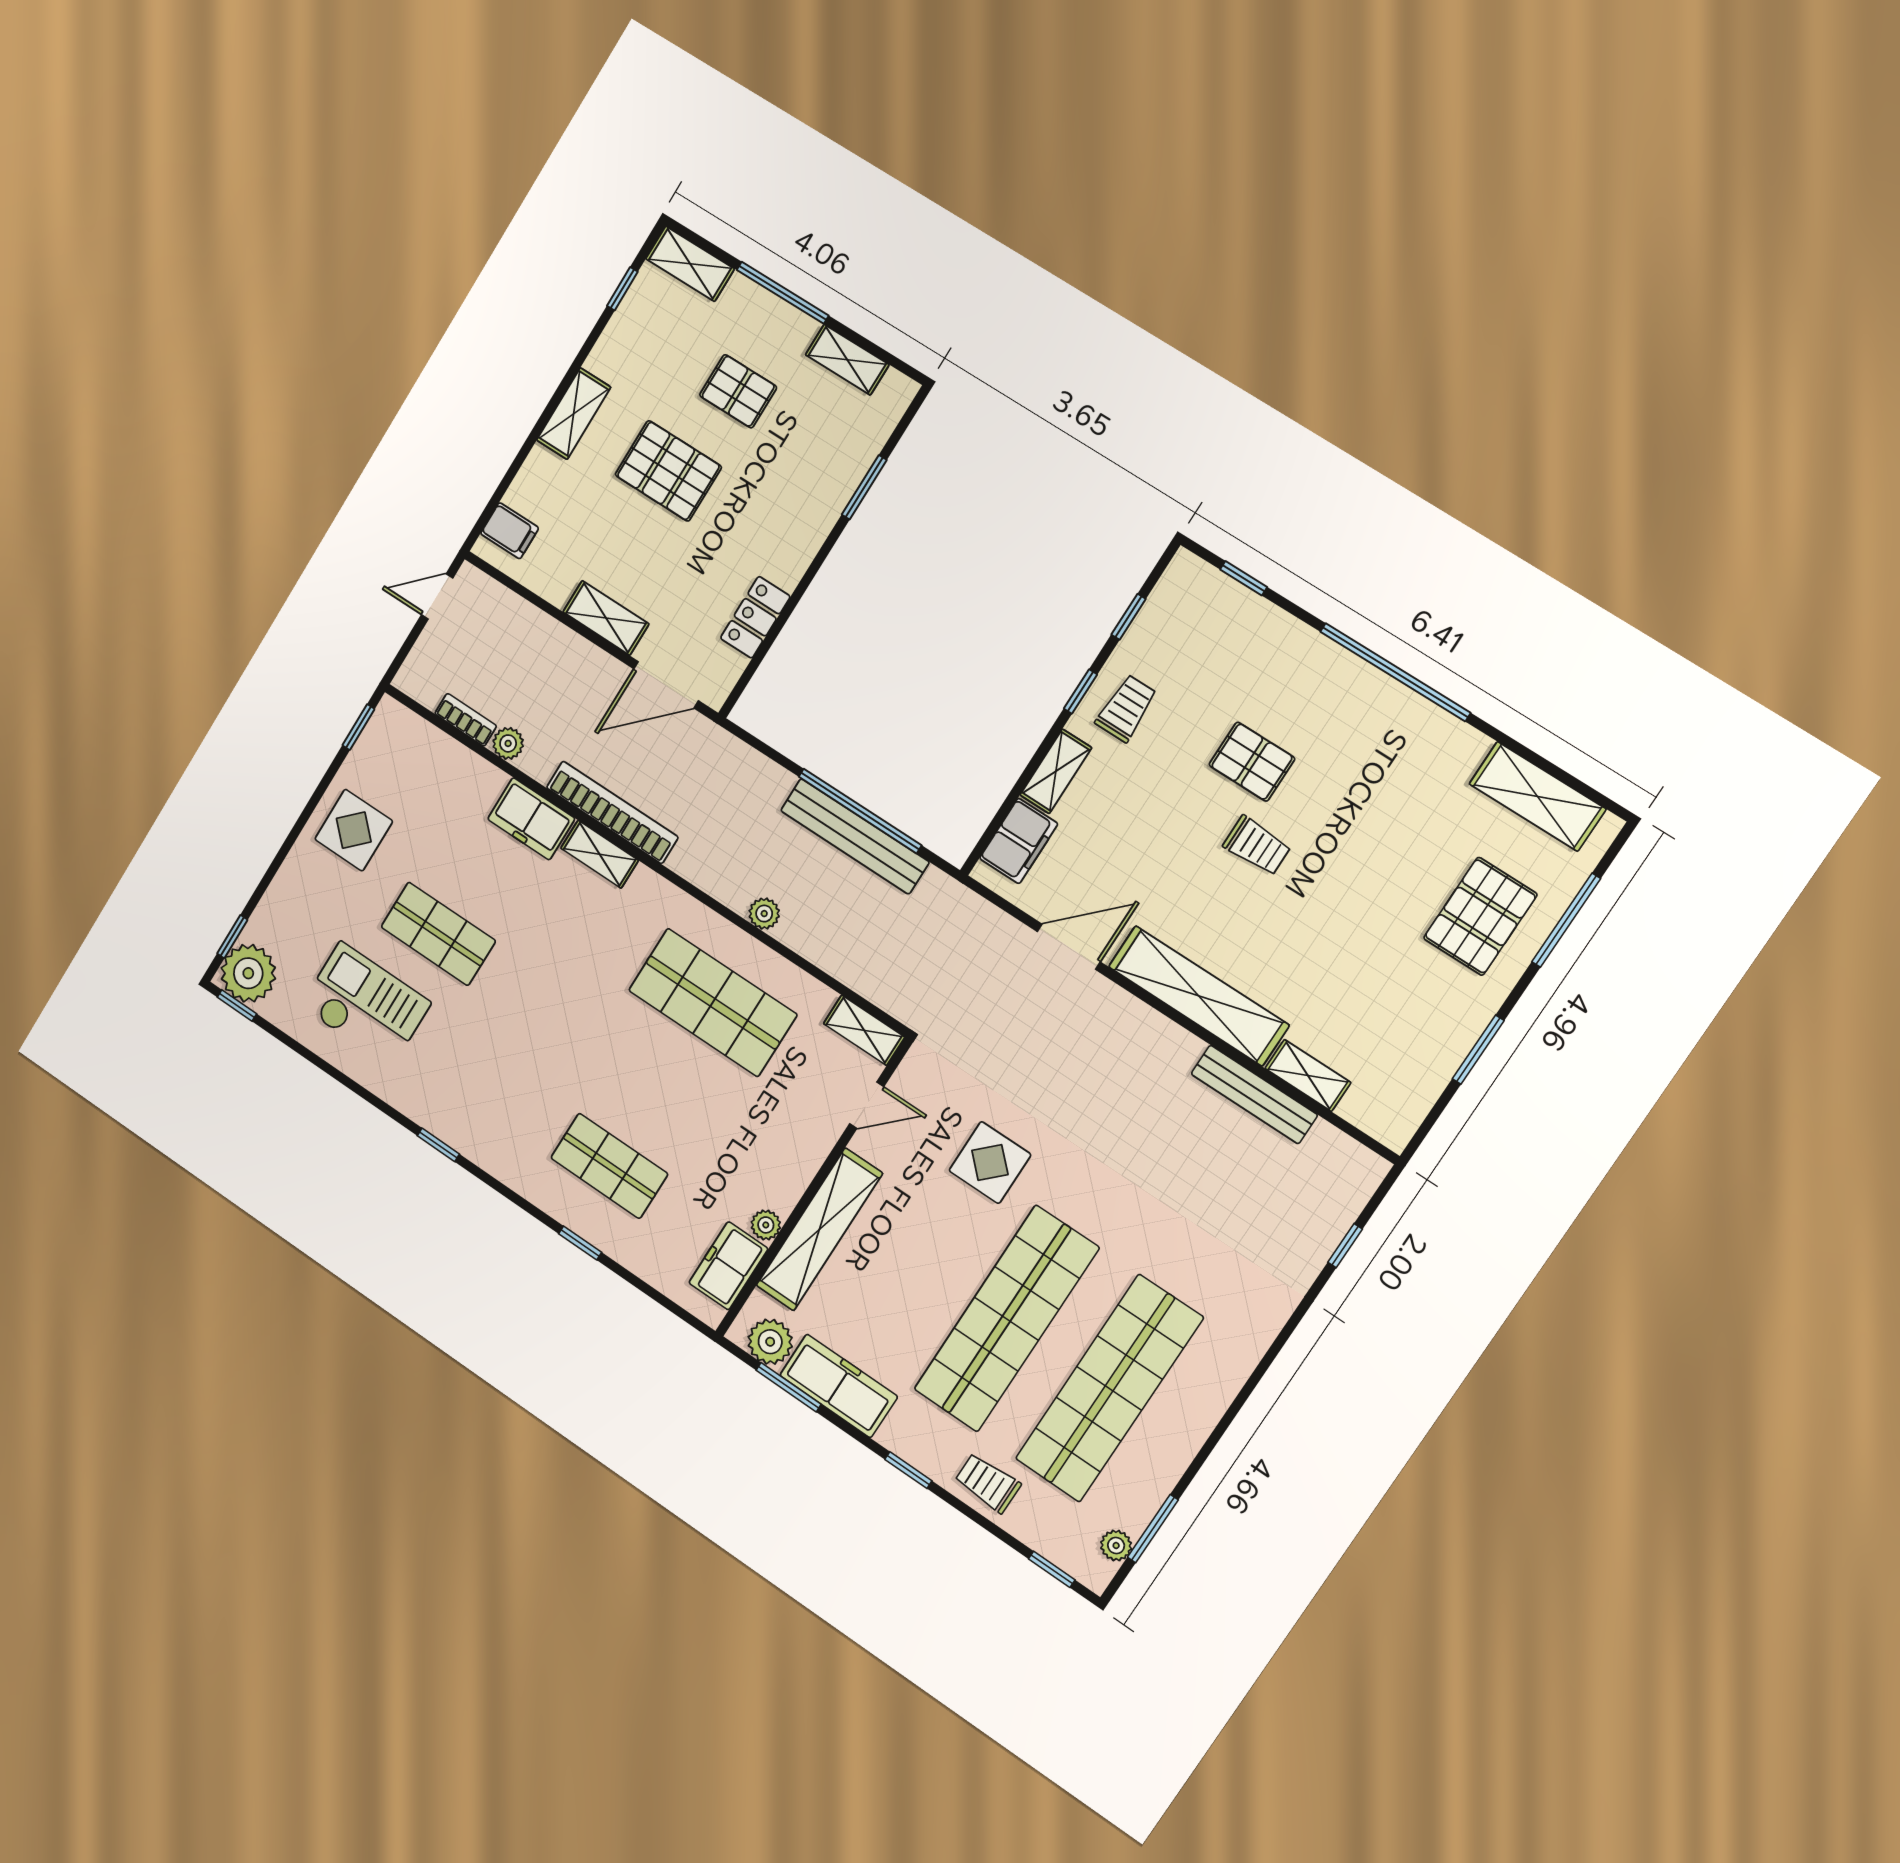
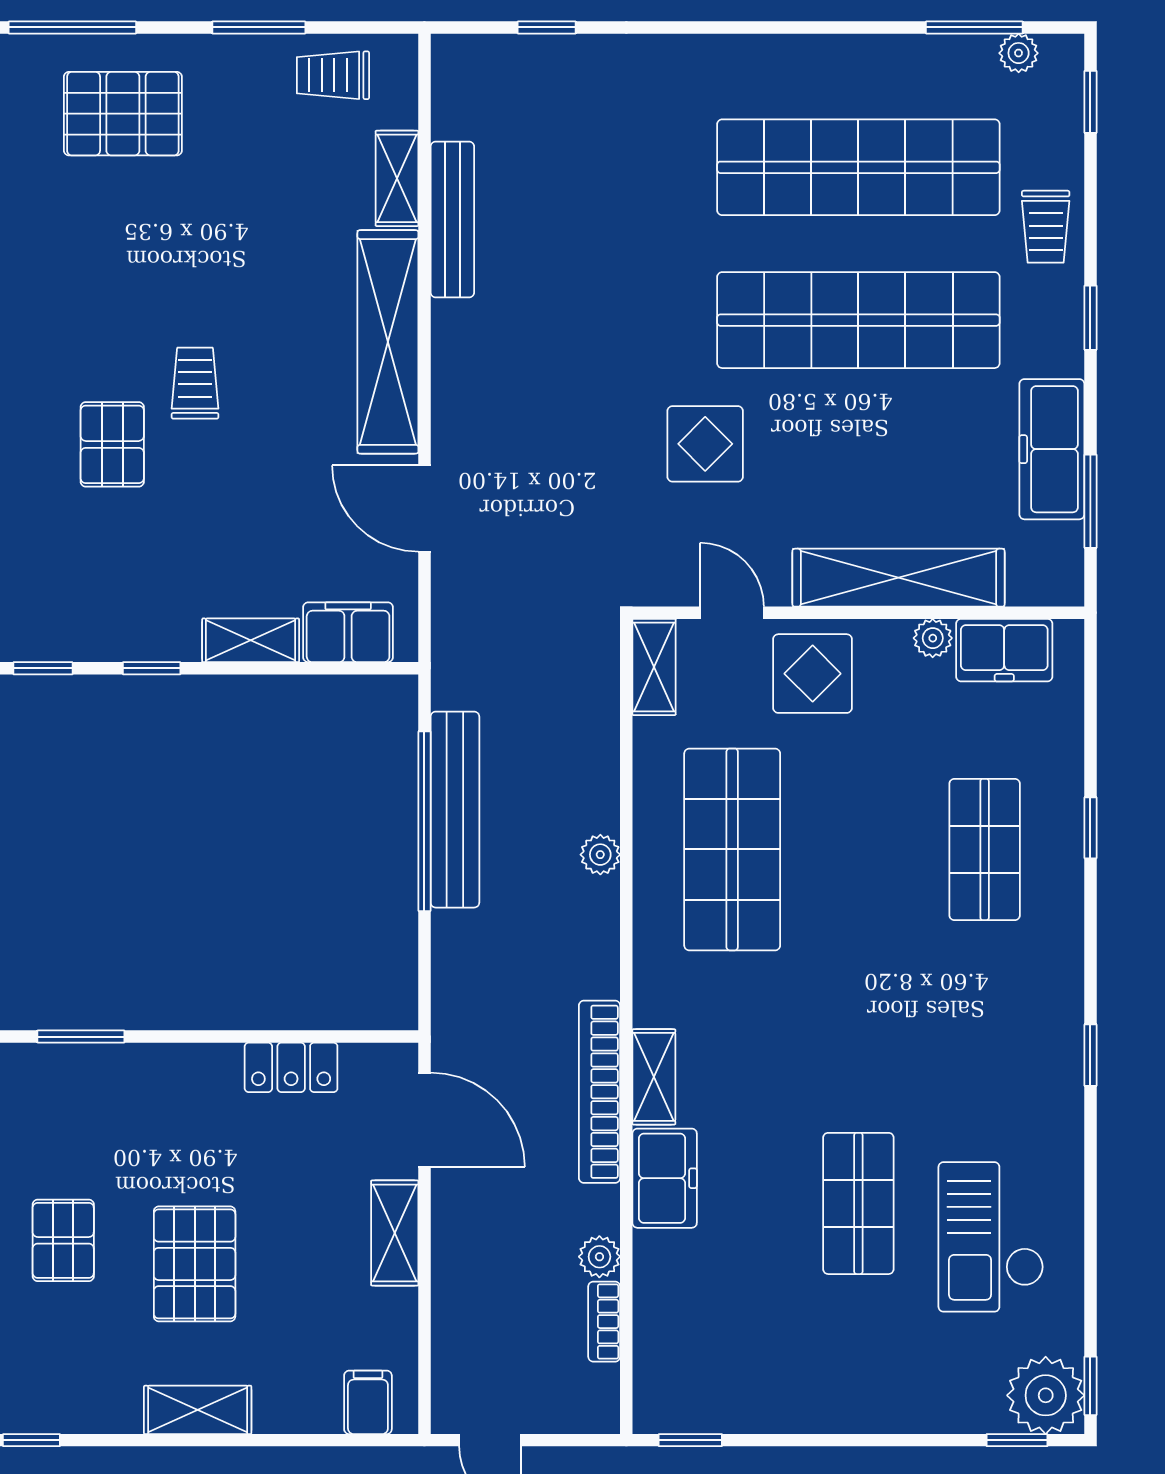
trolley: (1126, 708) -> (333, 75), moved
display table: (354, 830) -> (813, 674), moved
plant: (770, 1342) -> (1055, 553), removed

